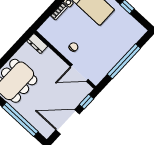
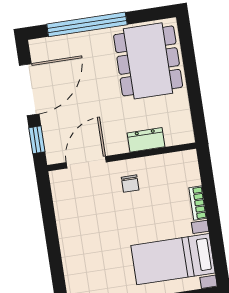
dresser: (37, 44) -> (146, 140), moved
window: (124, 61) -> (52, 240), removed

